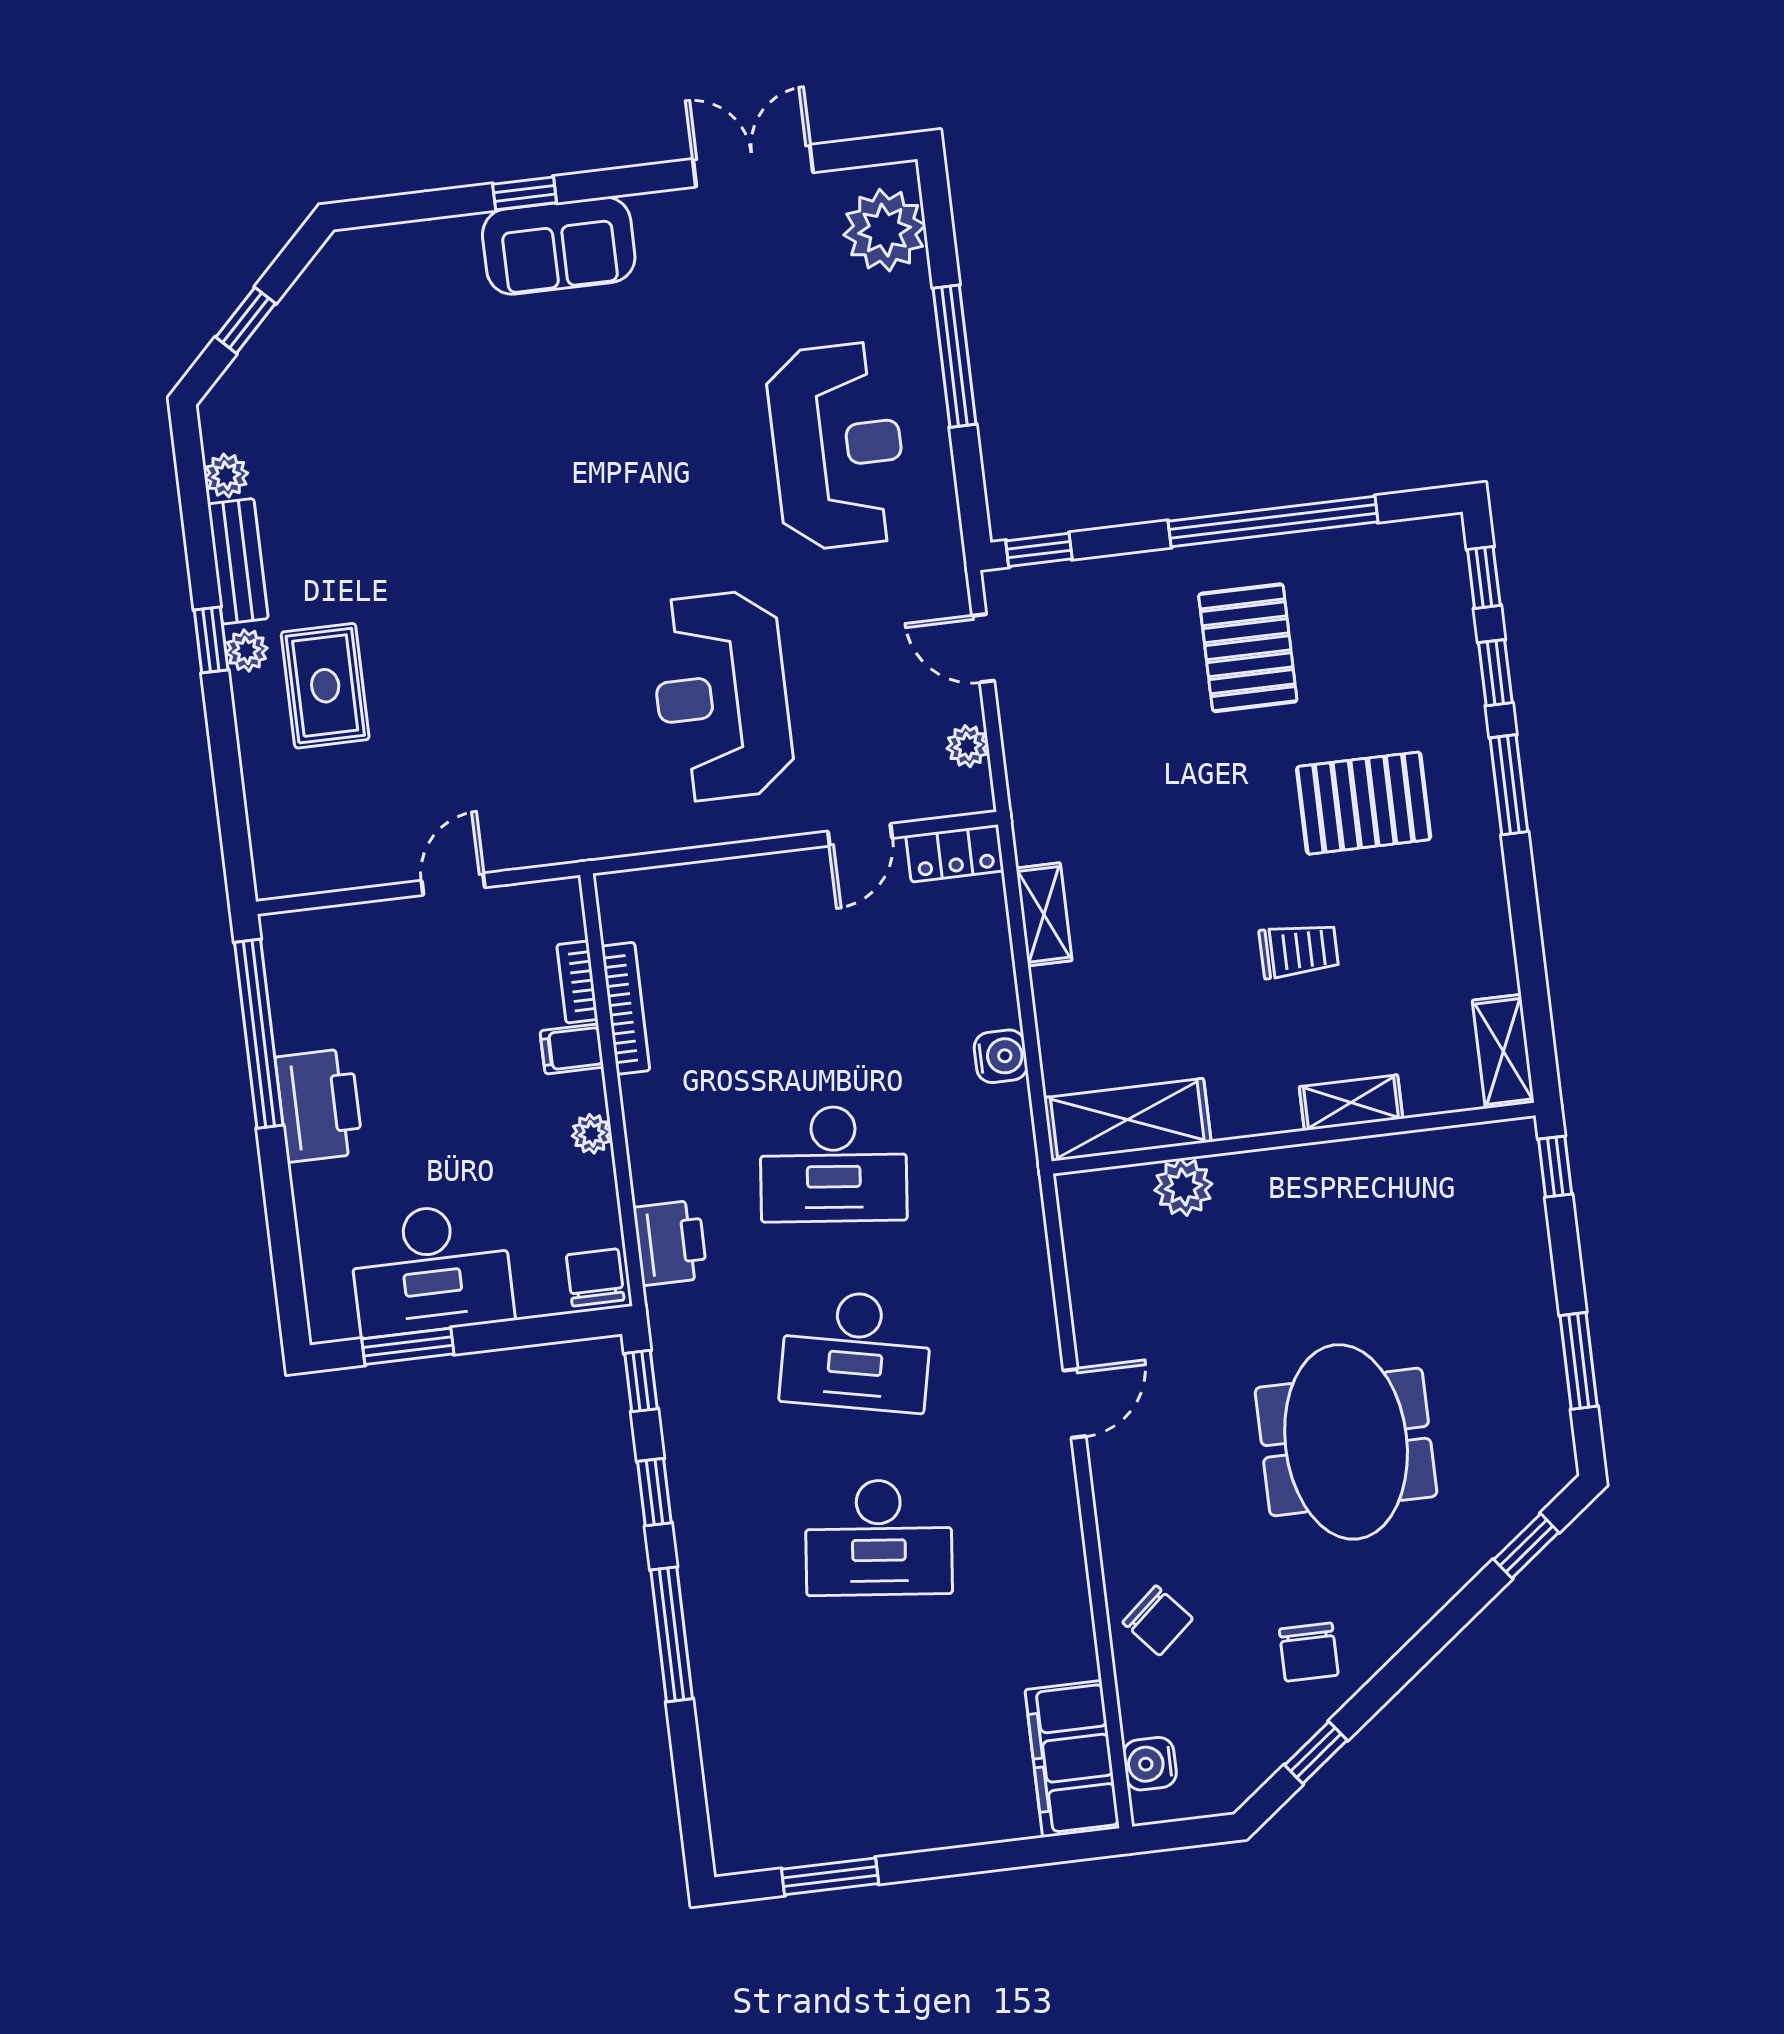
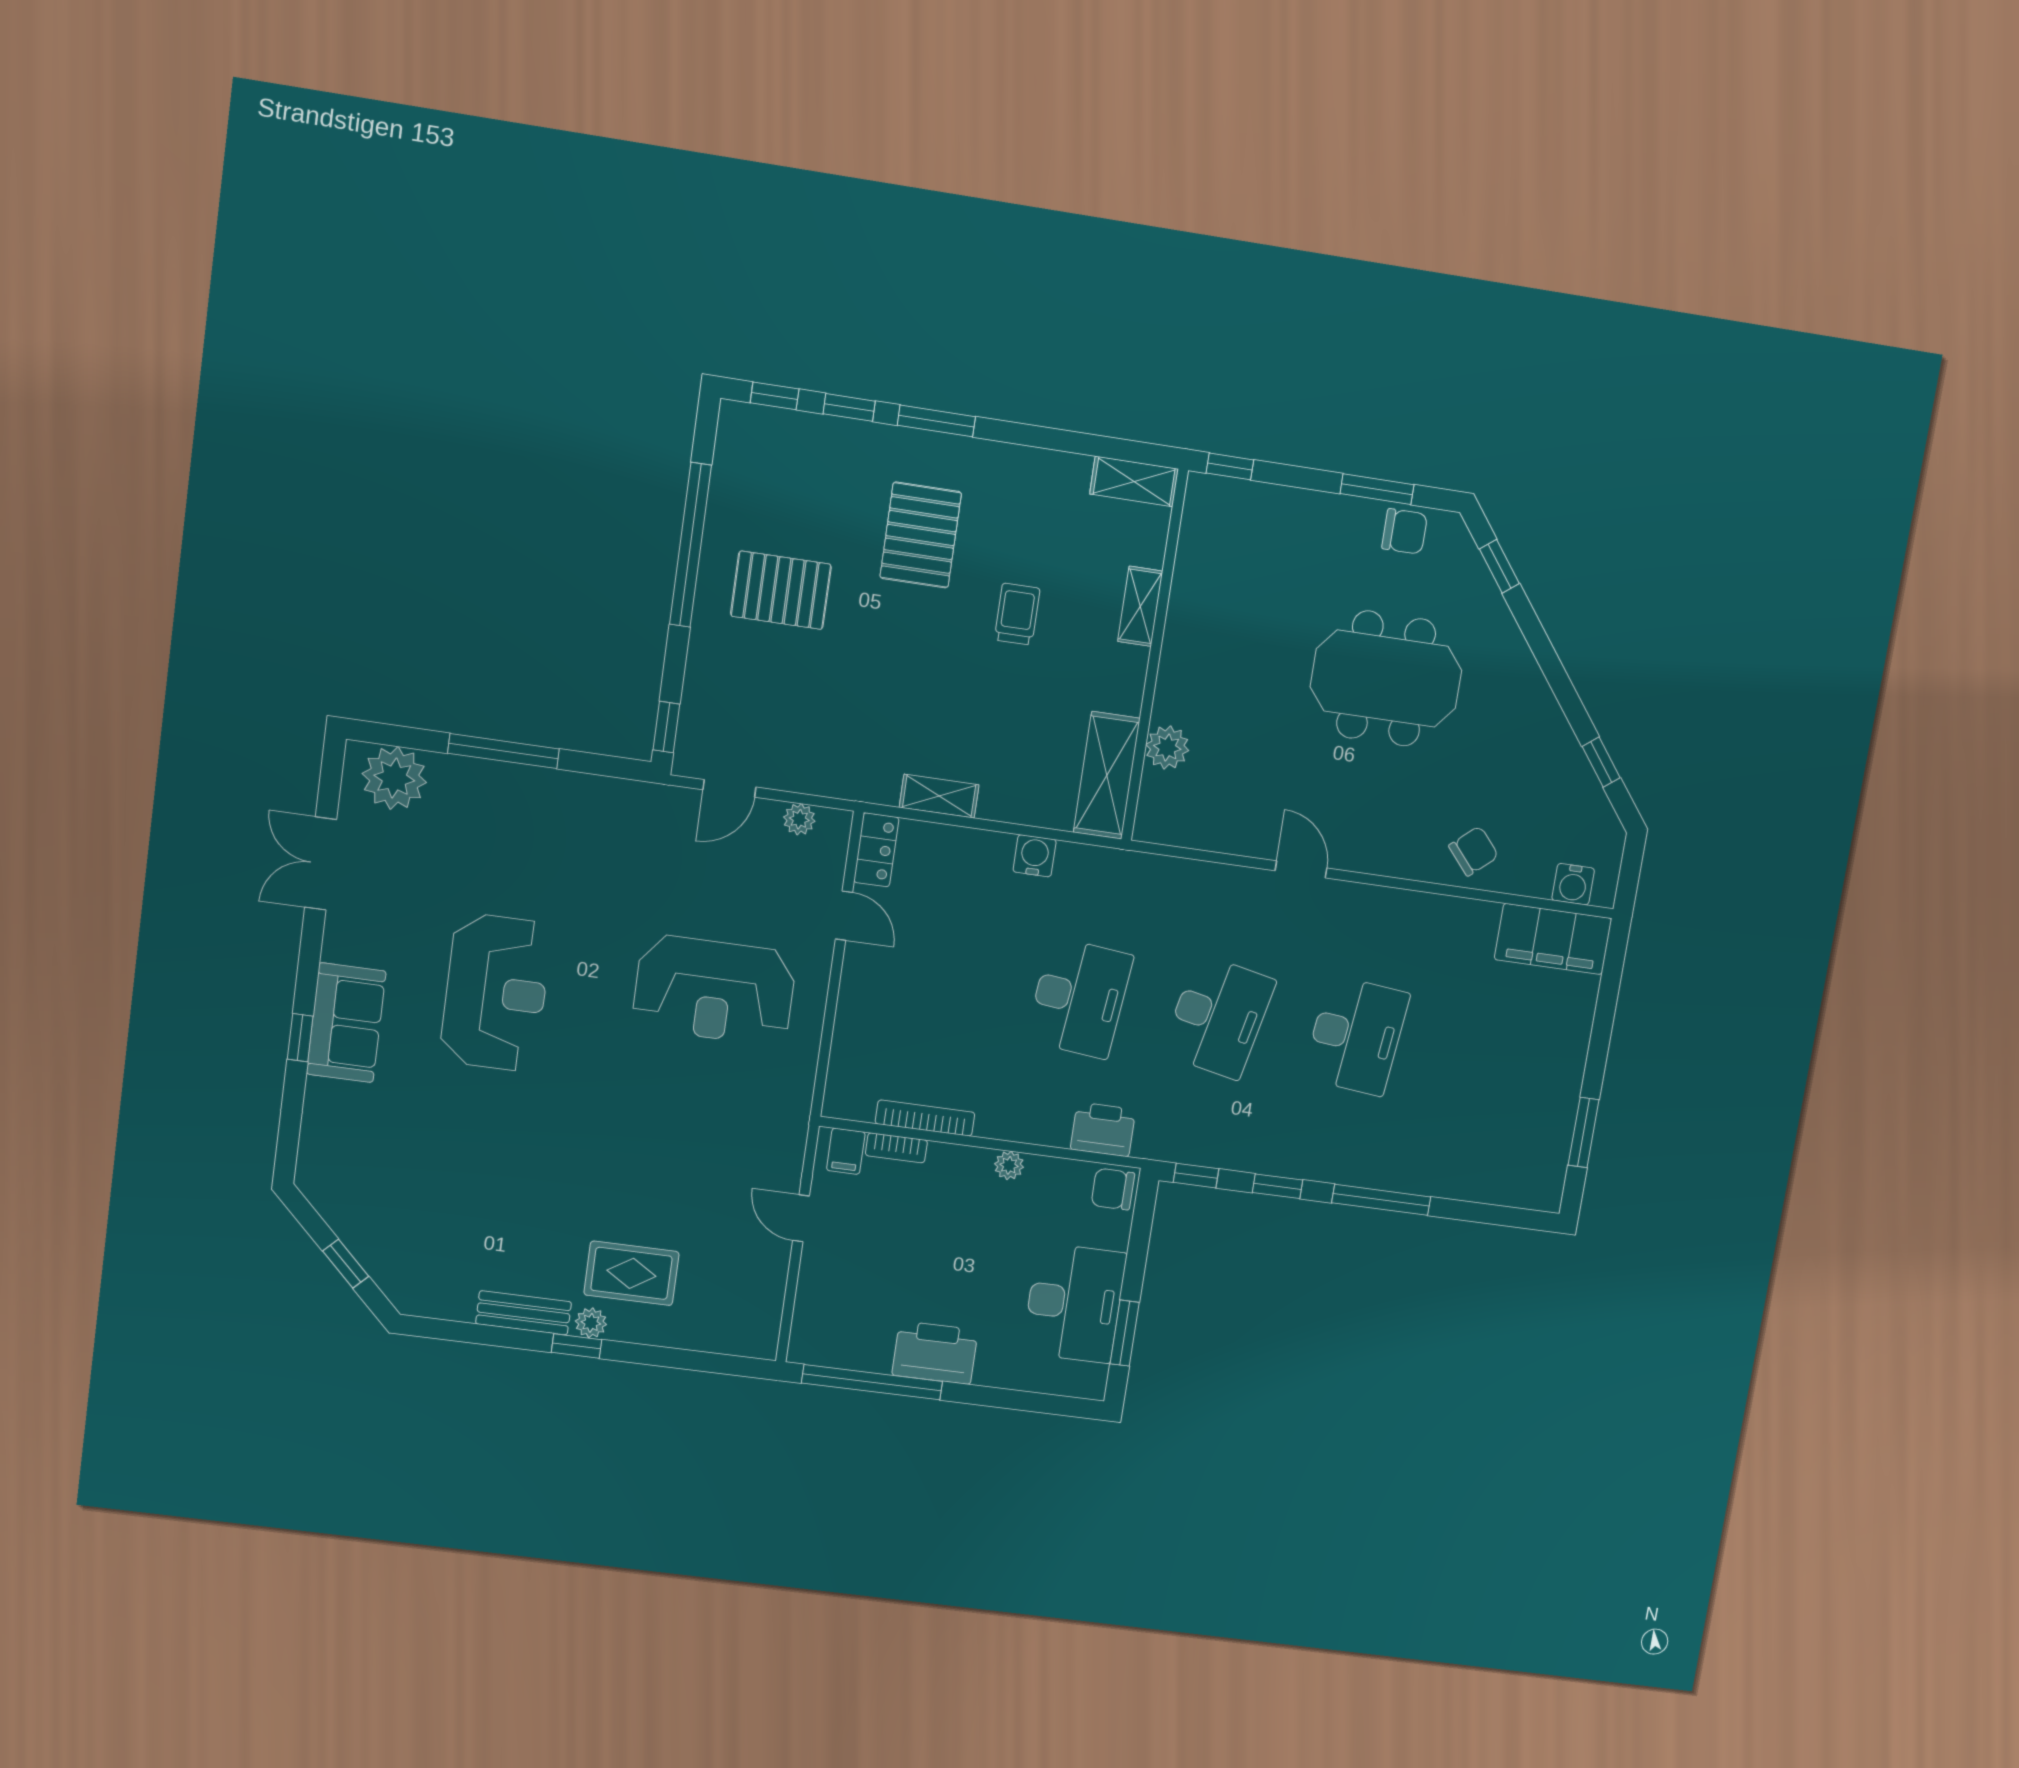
reception desk: (837, 446) -> (496, 992), moved, turned 90
plant: (226, 475) -> (458, 1306), removed
filing cabinet: (572, 1049) -> (846, 1151), moved
chair: (1309, 1652) -> (1405, 531), moved

